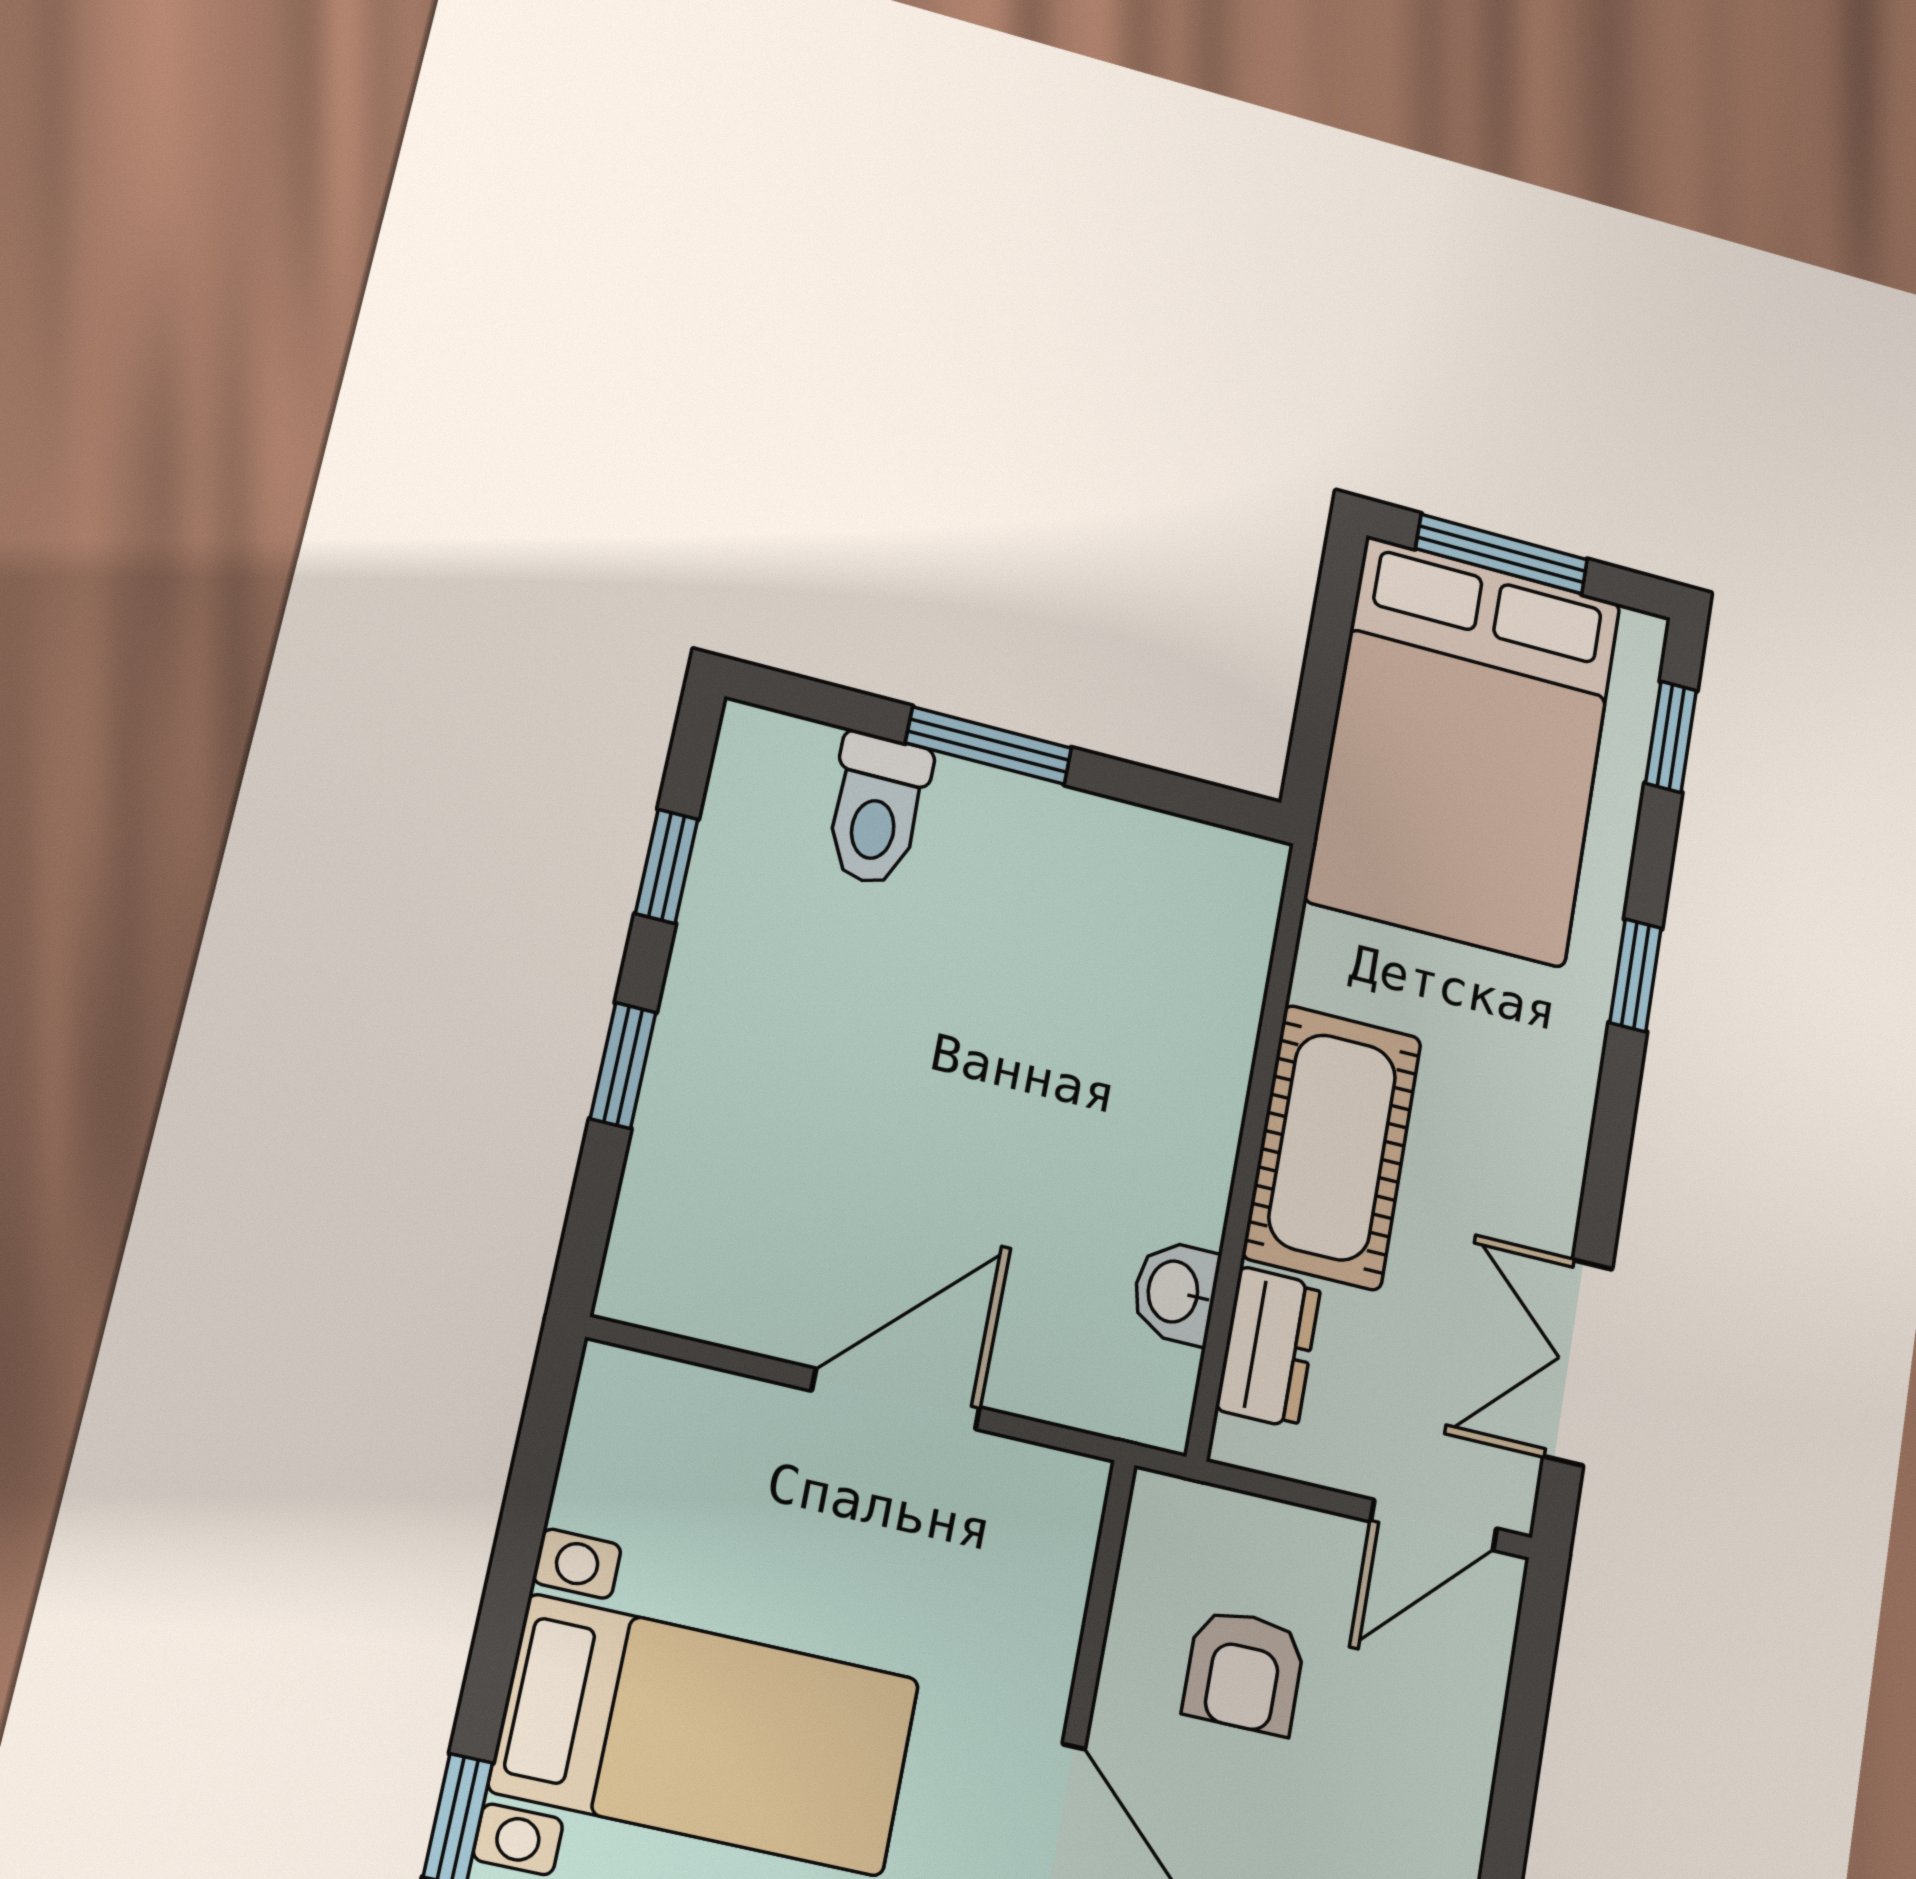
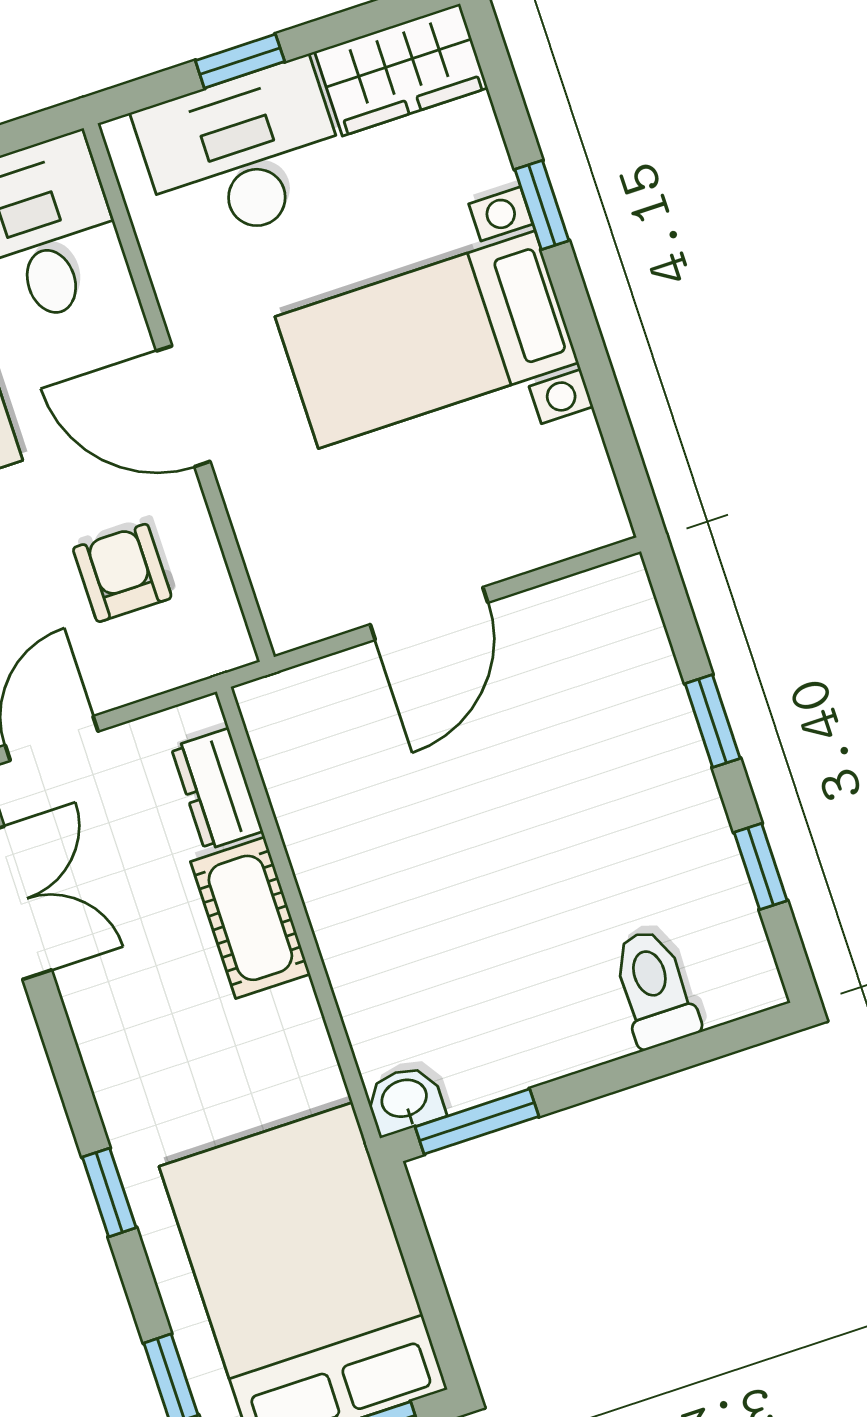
window: (989, 746) -> (477, 1122), moved
cot: (1332, 1147) -> (250, 918), width x0.73, depth x0.75
washbasin: (1175, 1292) -> (405, 1100), moved, turned -90

